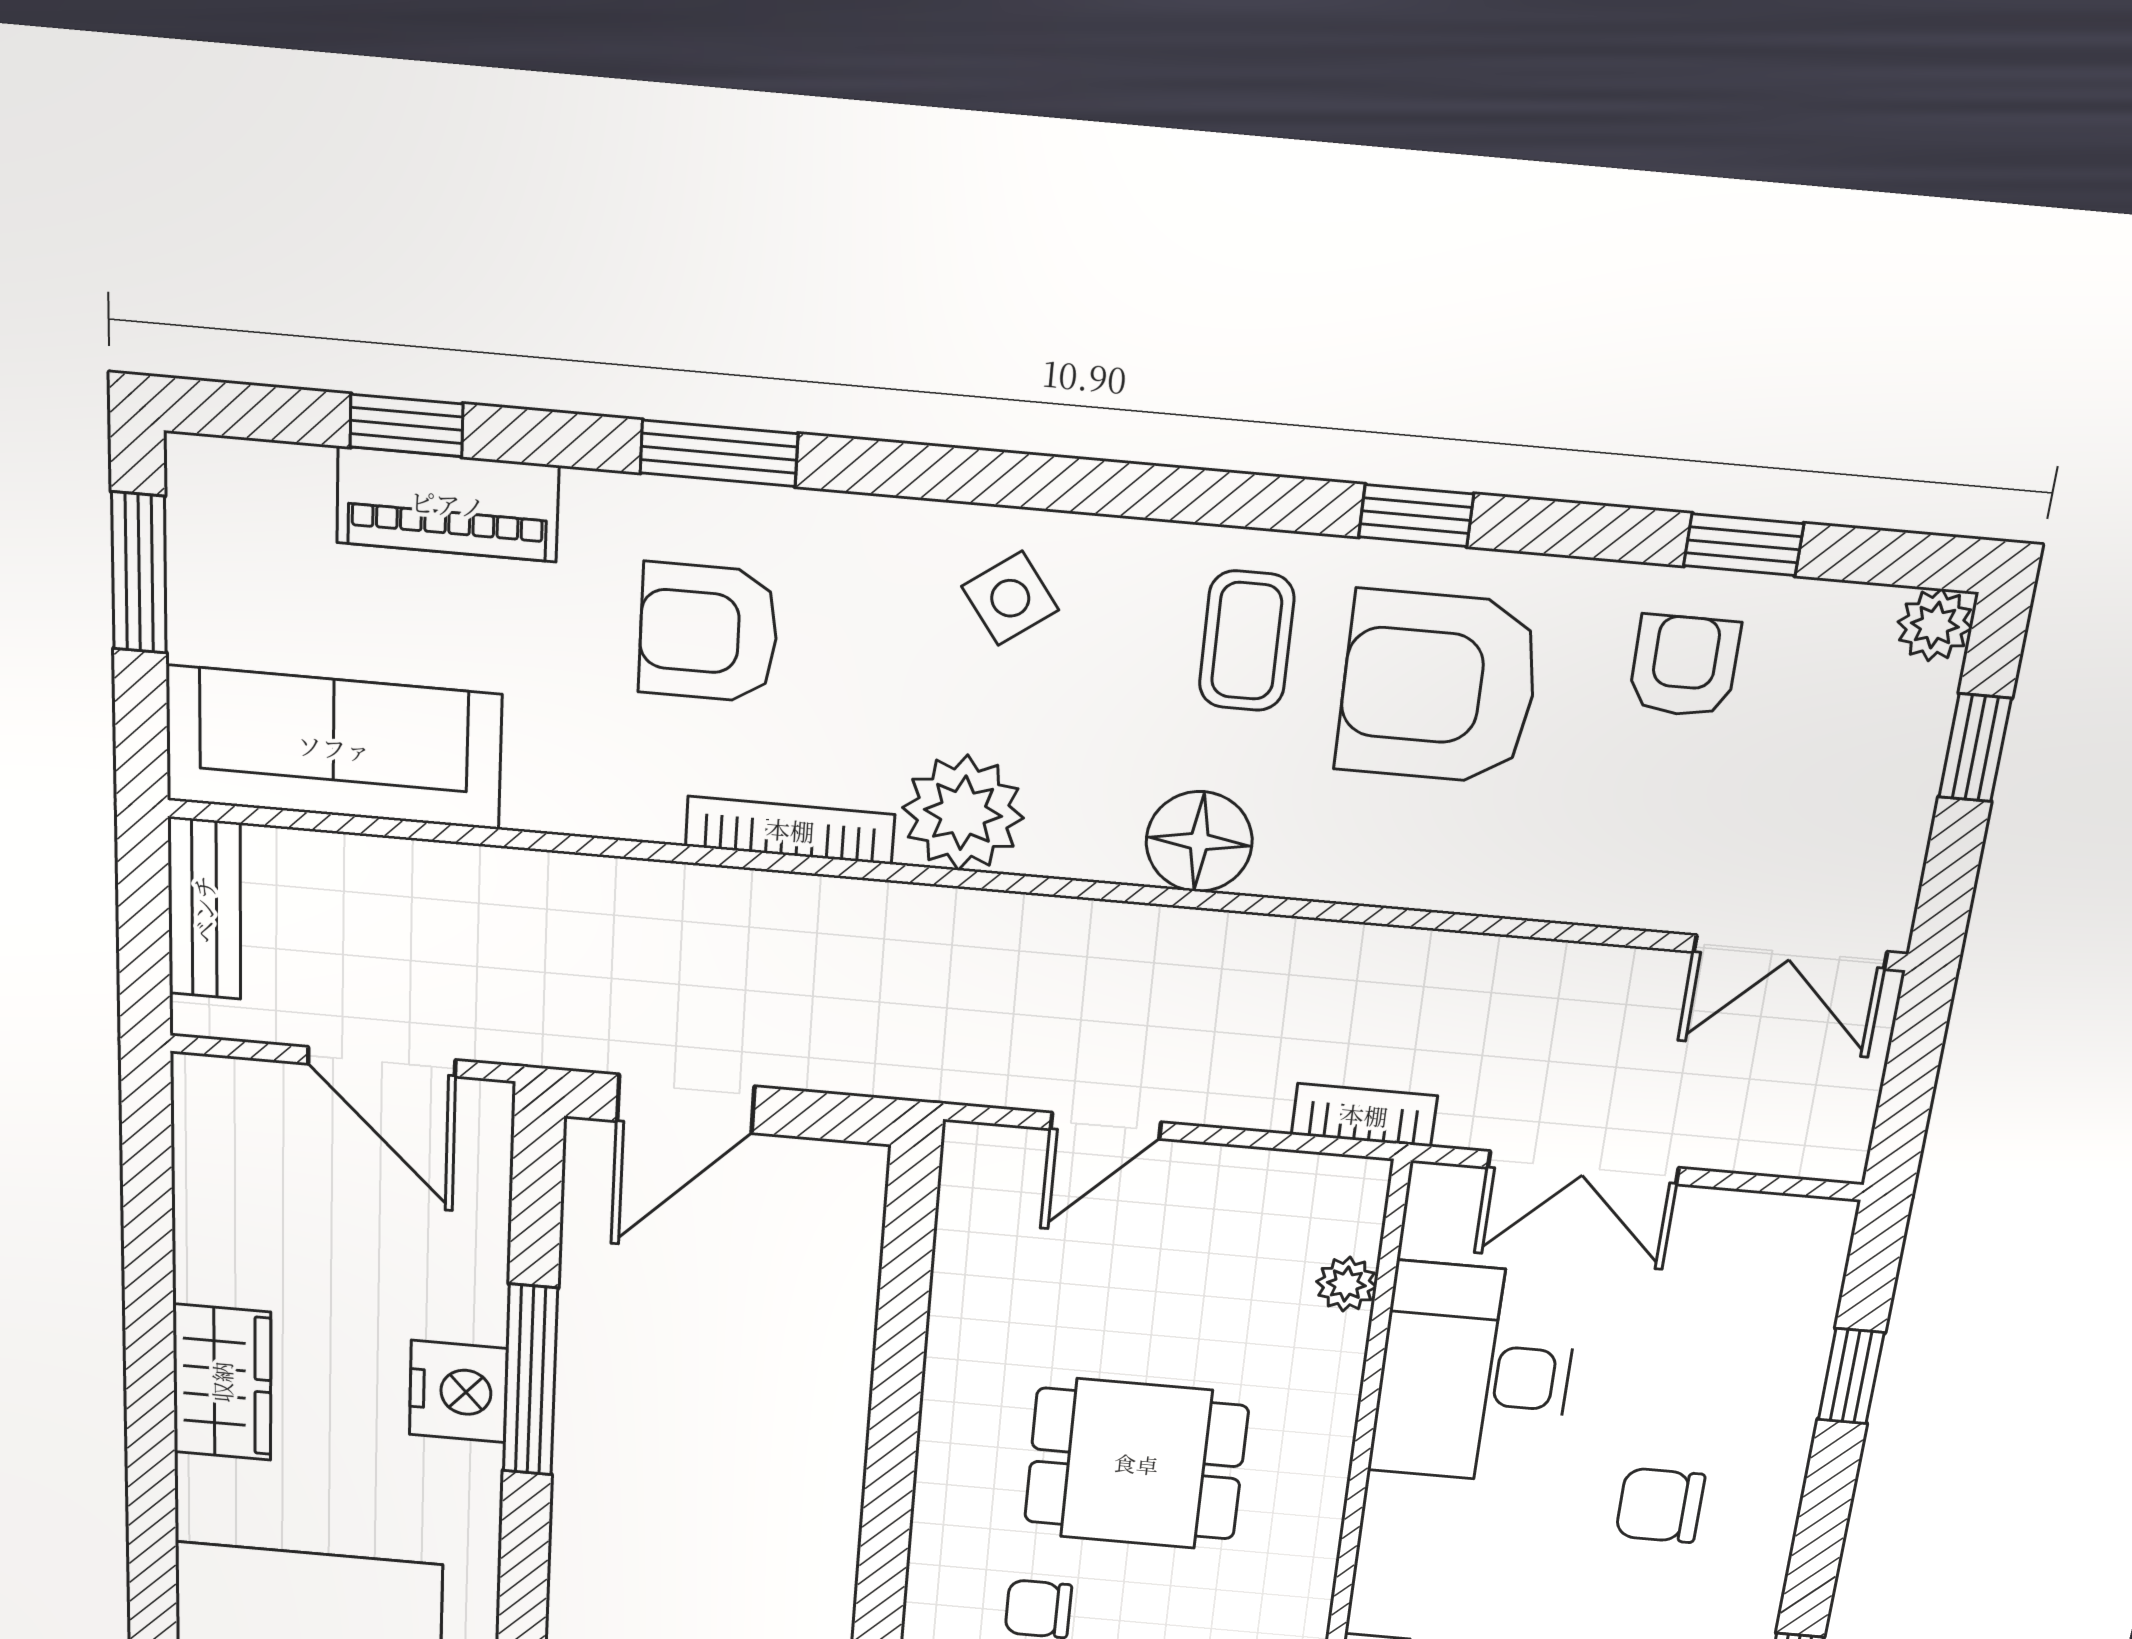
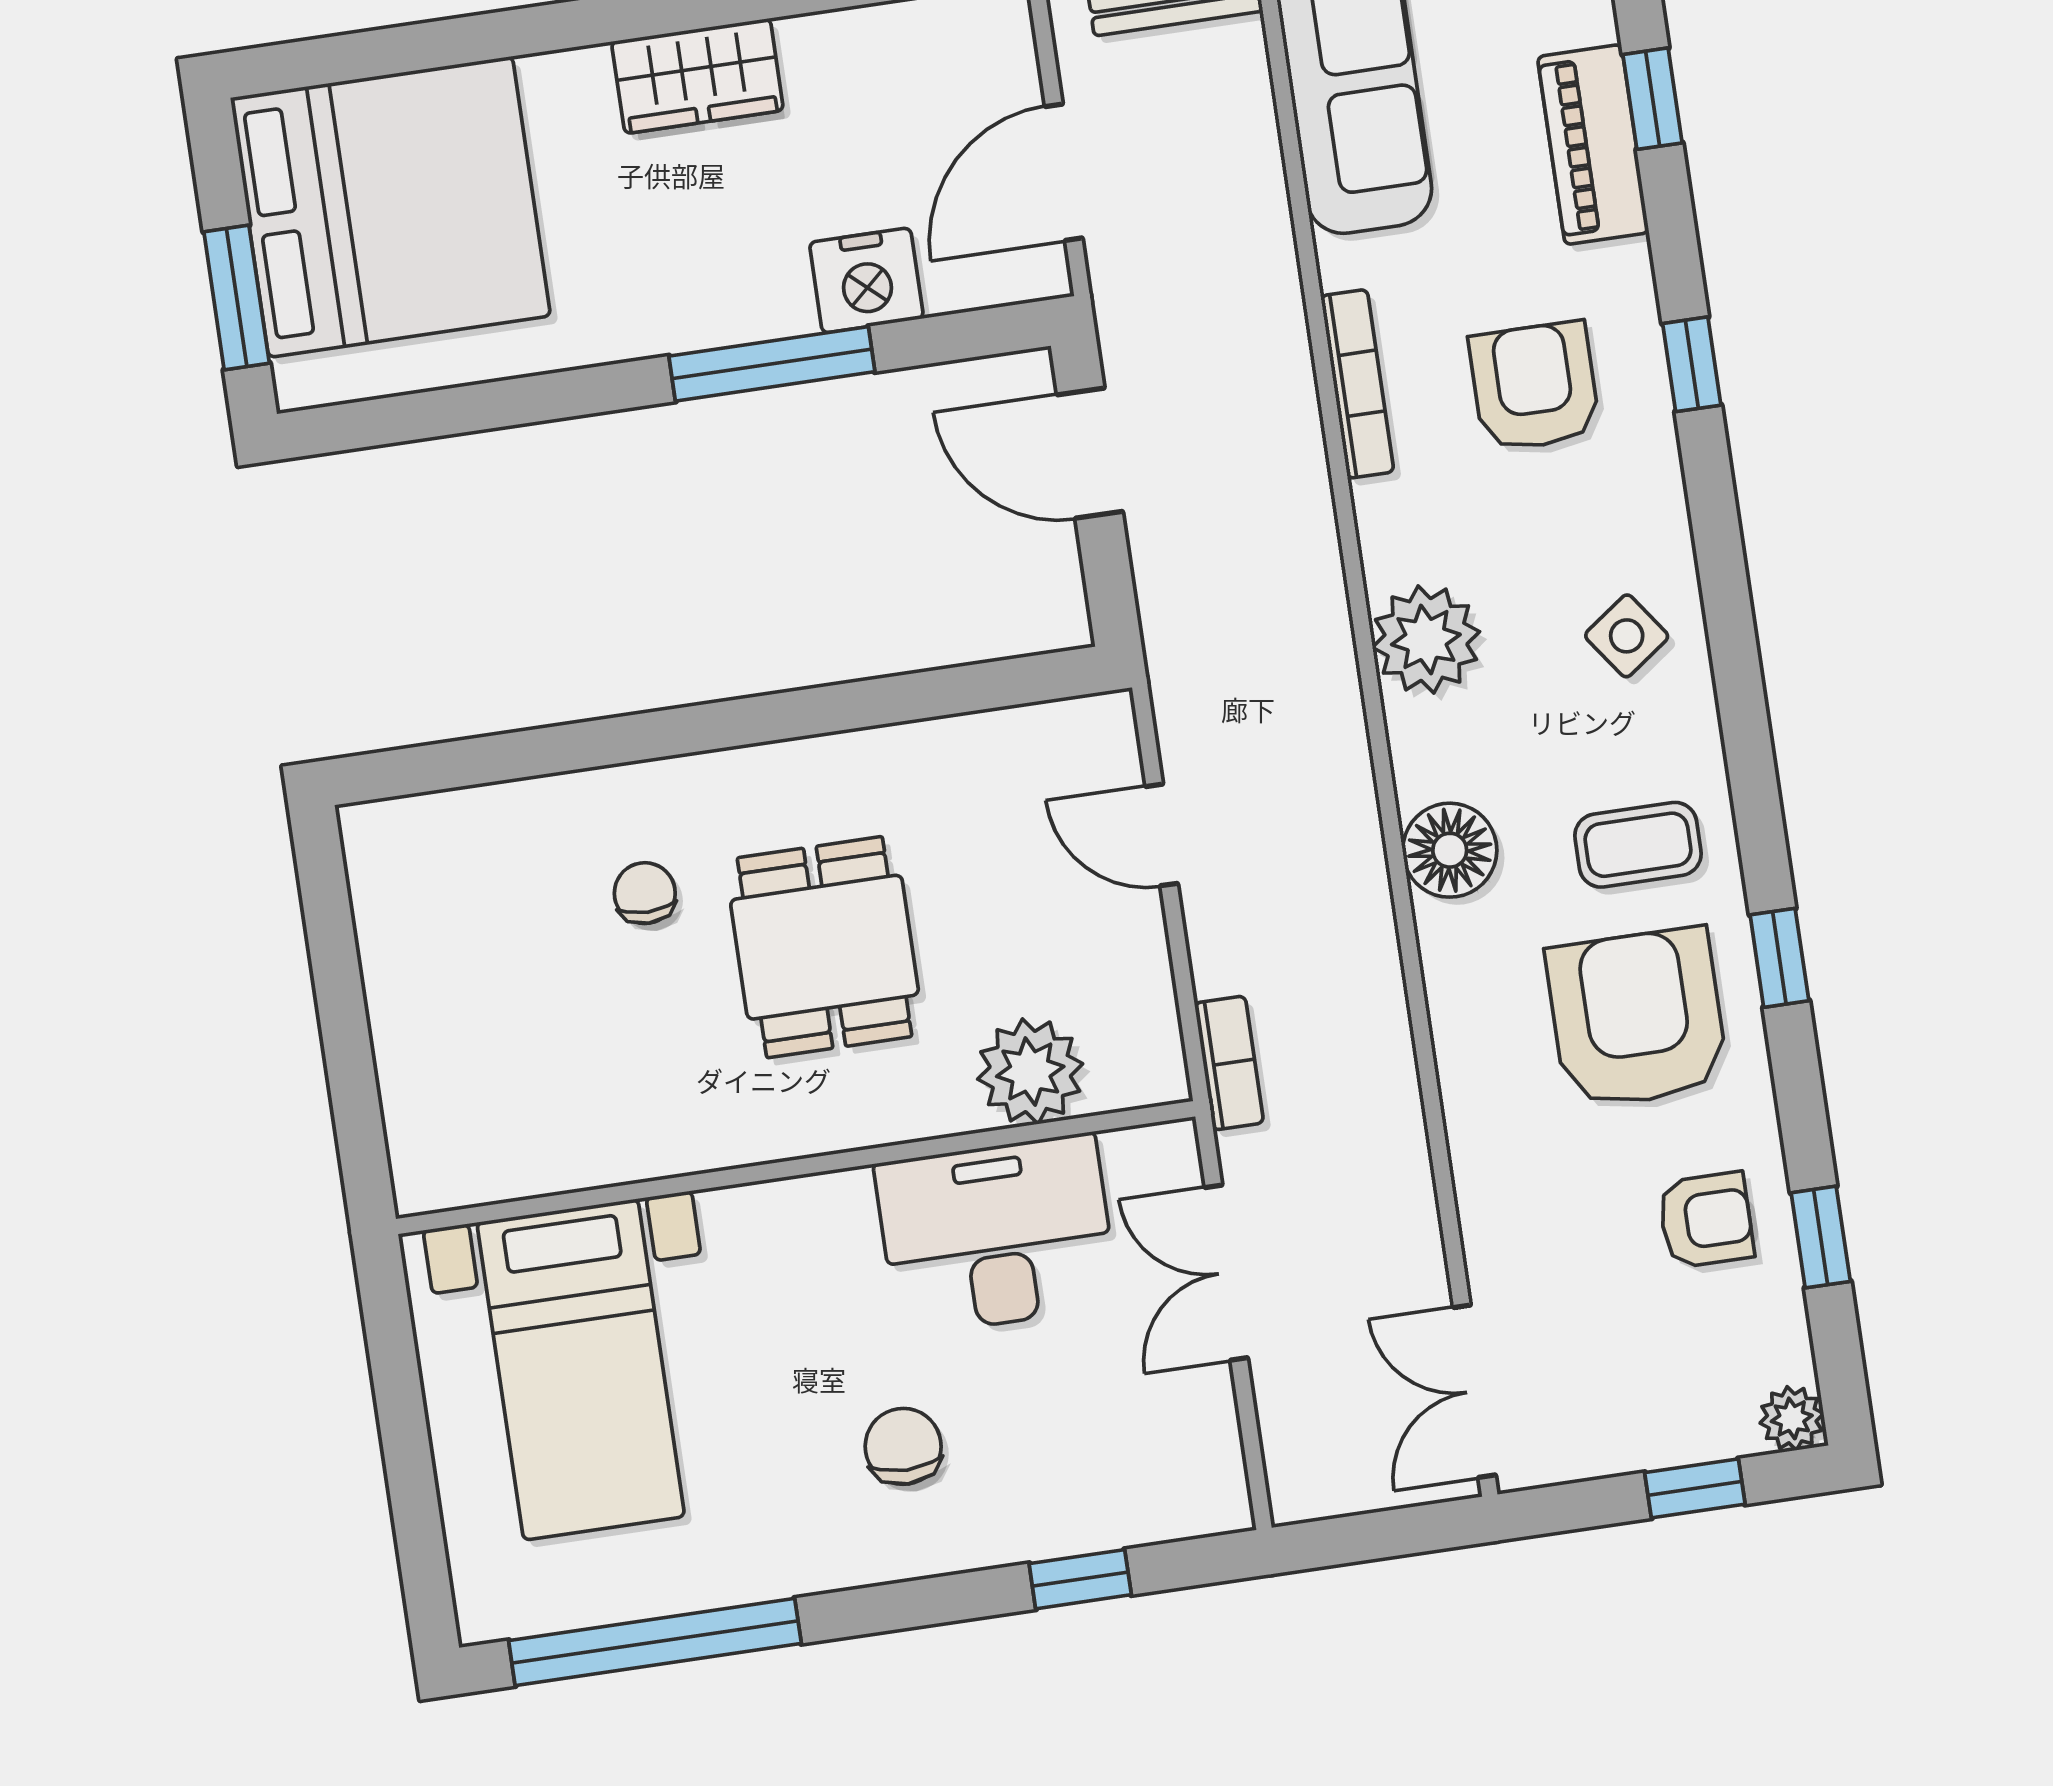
window: (719, 453) -> (1692, 364), width x0.67
bookcase: (790, 830) -> (1357, 384), moved
plant: (1346, 1284) -> (1030, 1071), width x1.87, depth x1.87
nightstand: (458, 1392) -> (866, 280), moved

